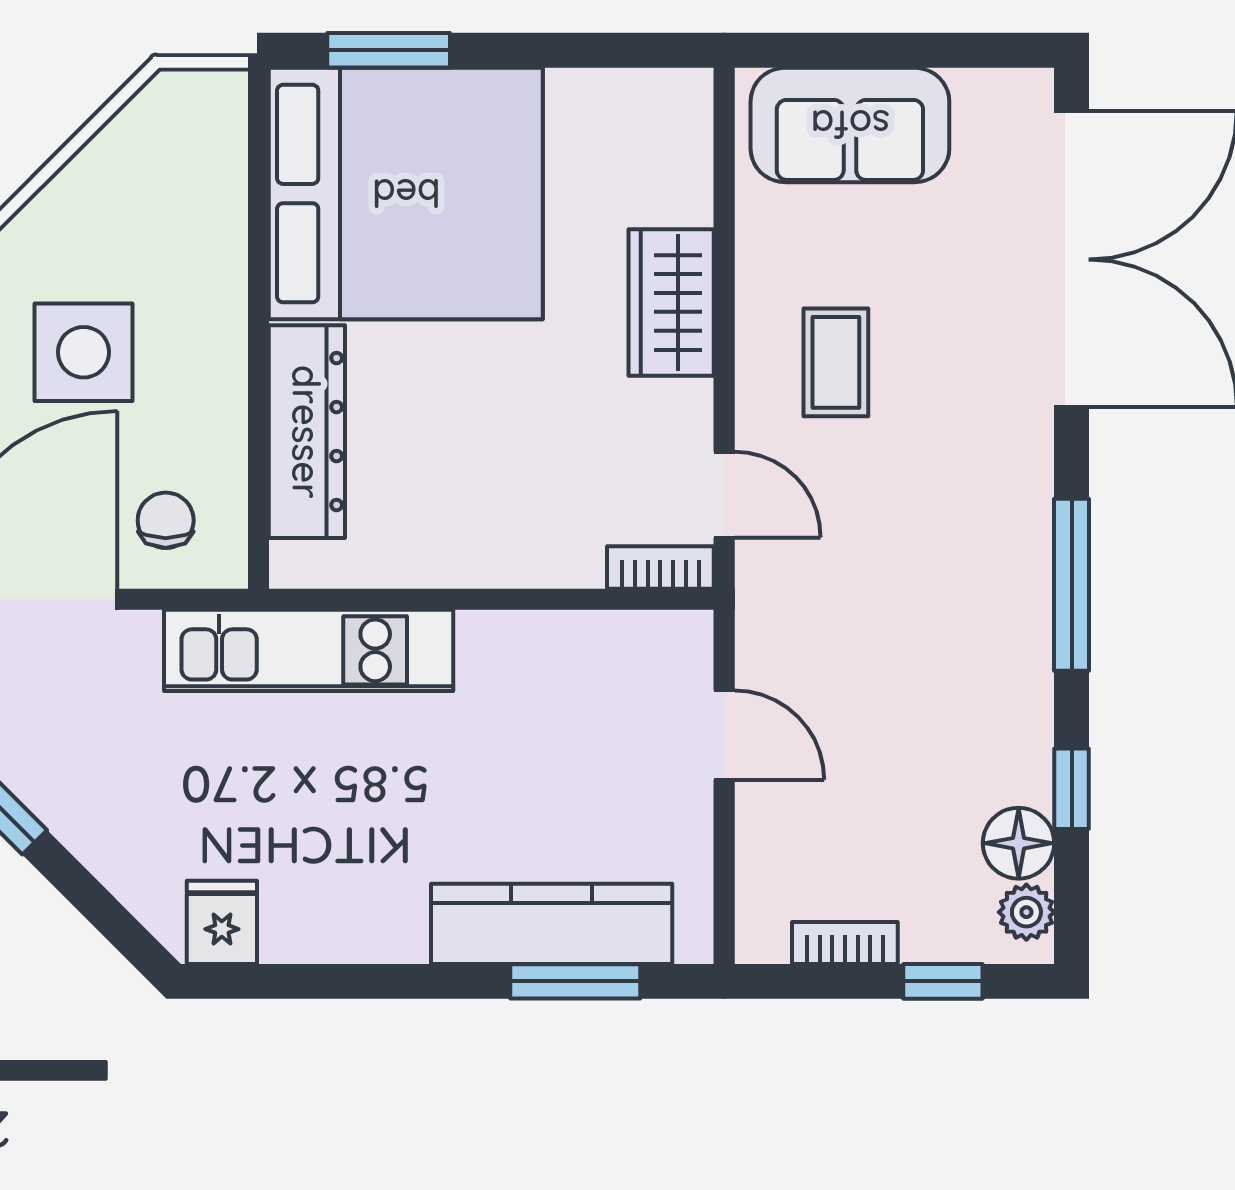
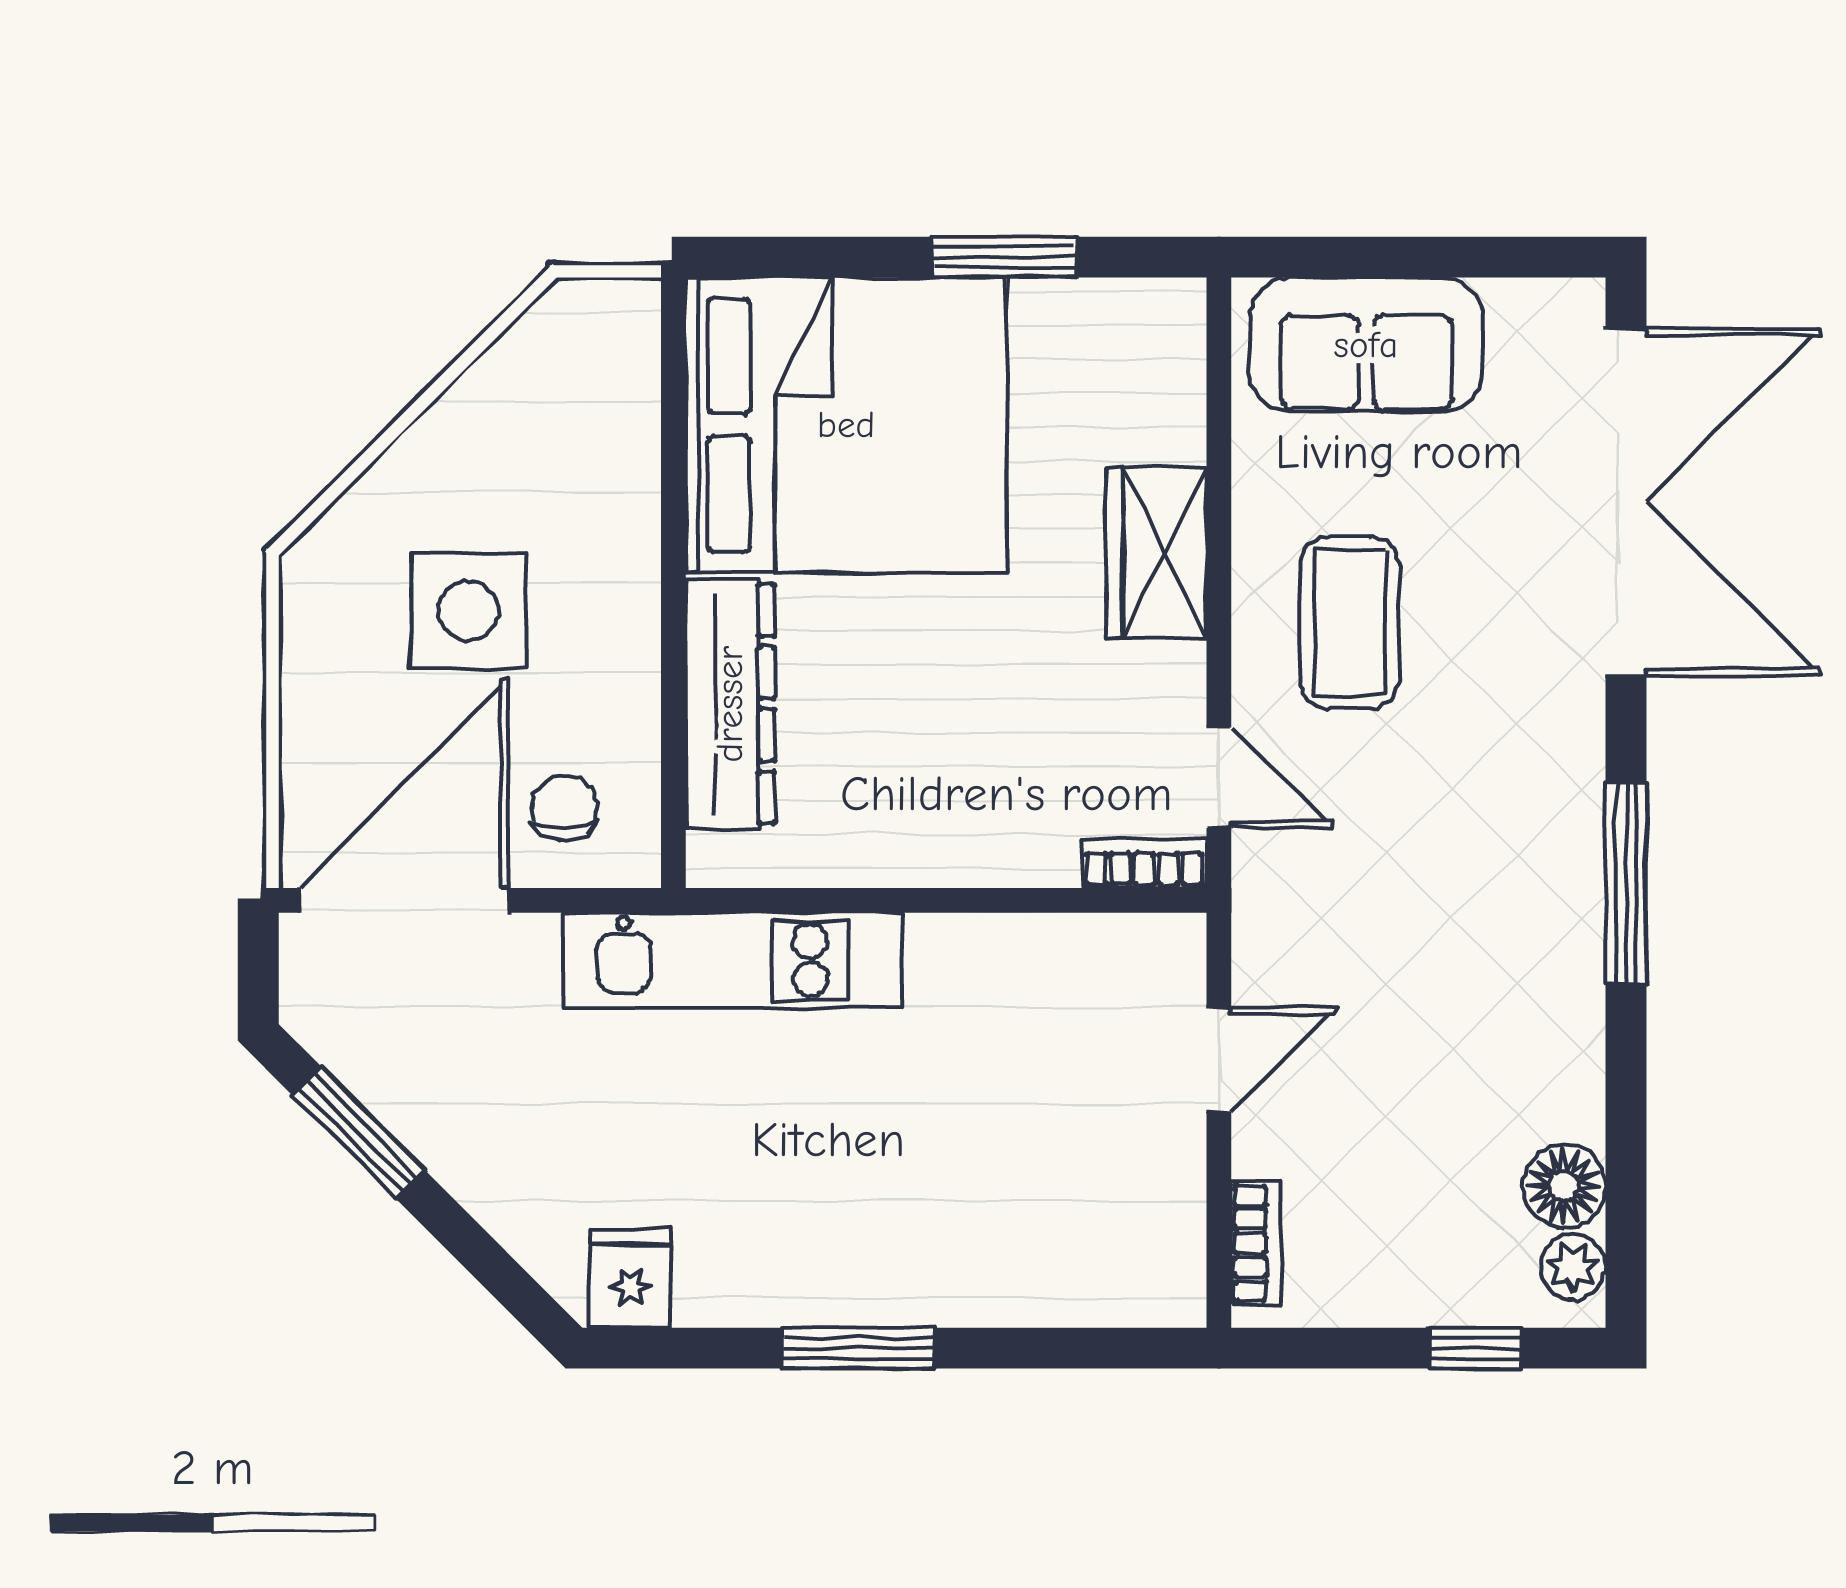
window: (389, 50) -> (1004, 257), moved
coffee table: (836, 362) -> (1350, 623), width x1.36, depth x1.30
door: (724, 735) -> (1219, 1060), hinge flipped
window: (1072, 789) -> (1626, 1123), removed
kitchen counter: (552, 924) -> (1017, 1281), removed
bookcase: (845, 943) -> (1256, 1243), moved, turned 90
window: (575, 981) -> (859, 1348), moved

